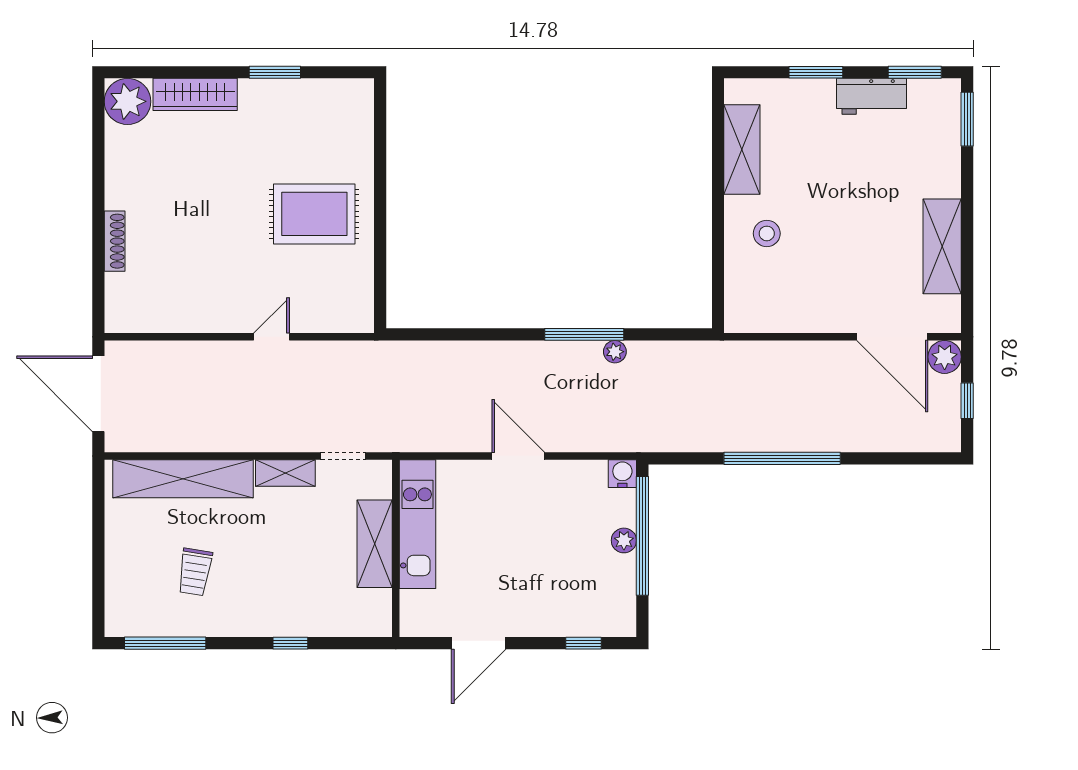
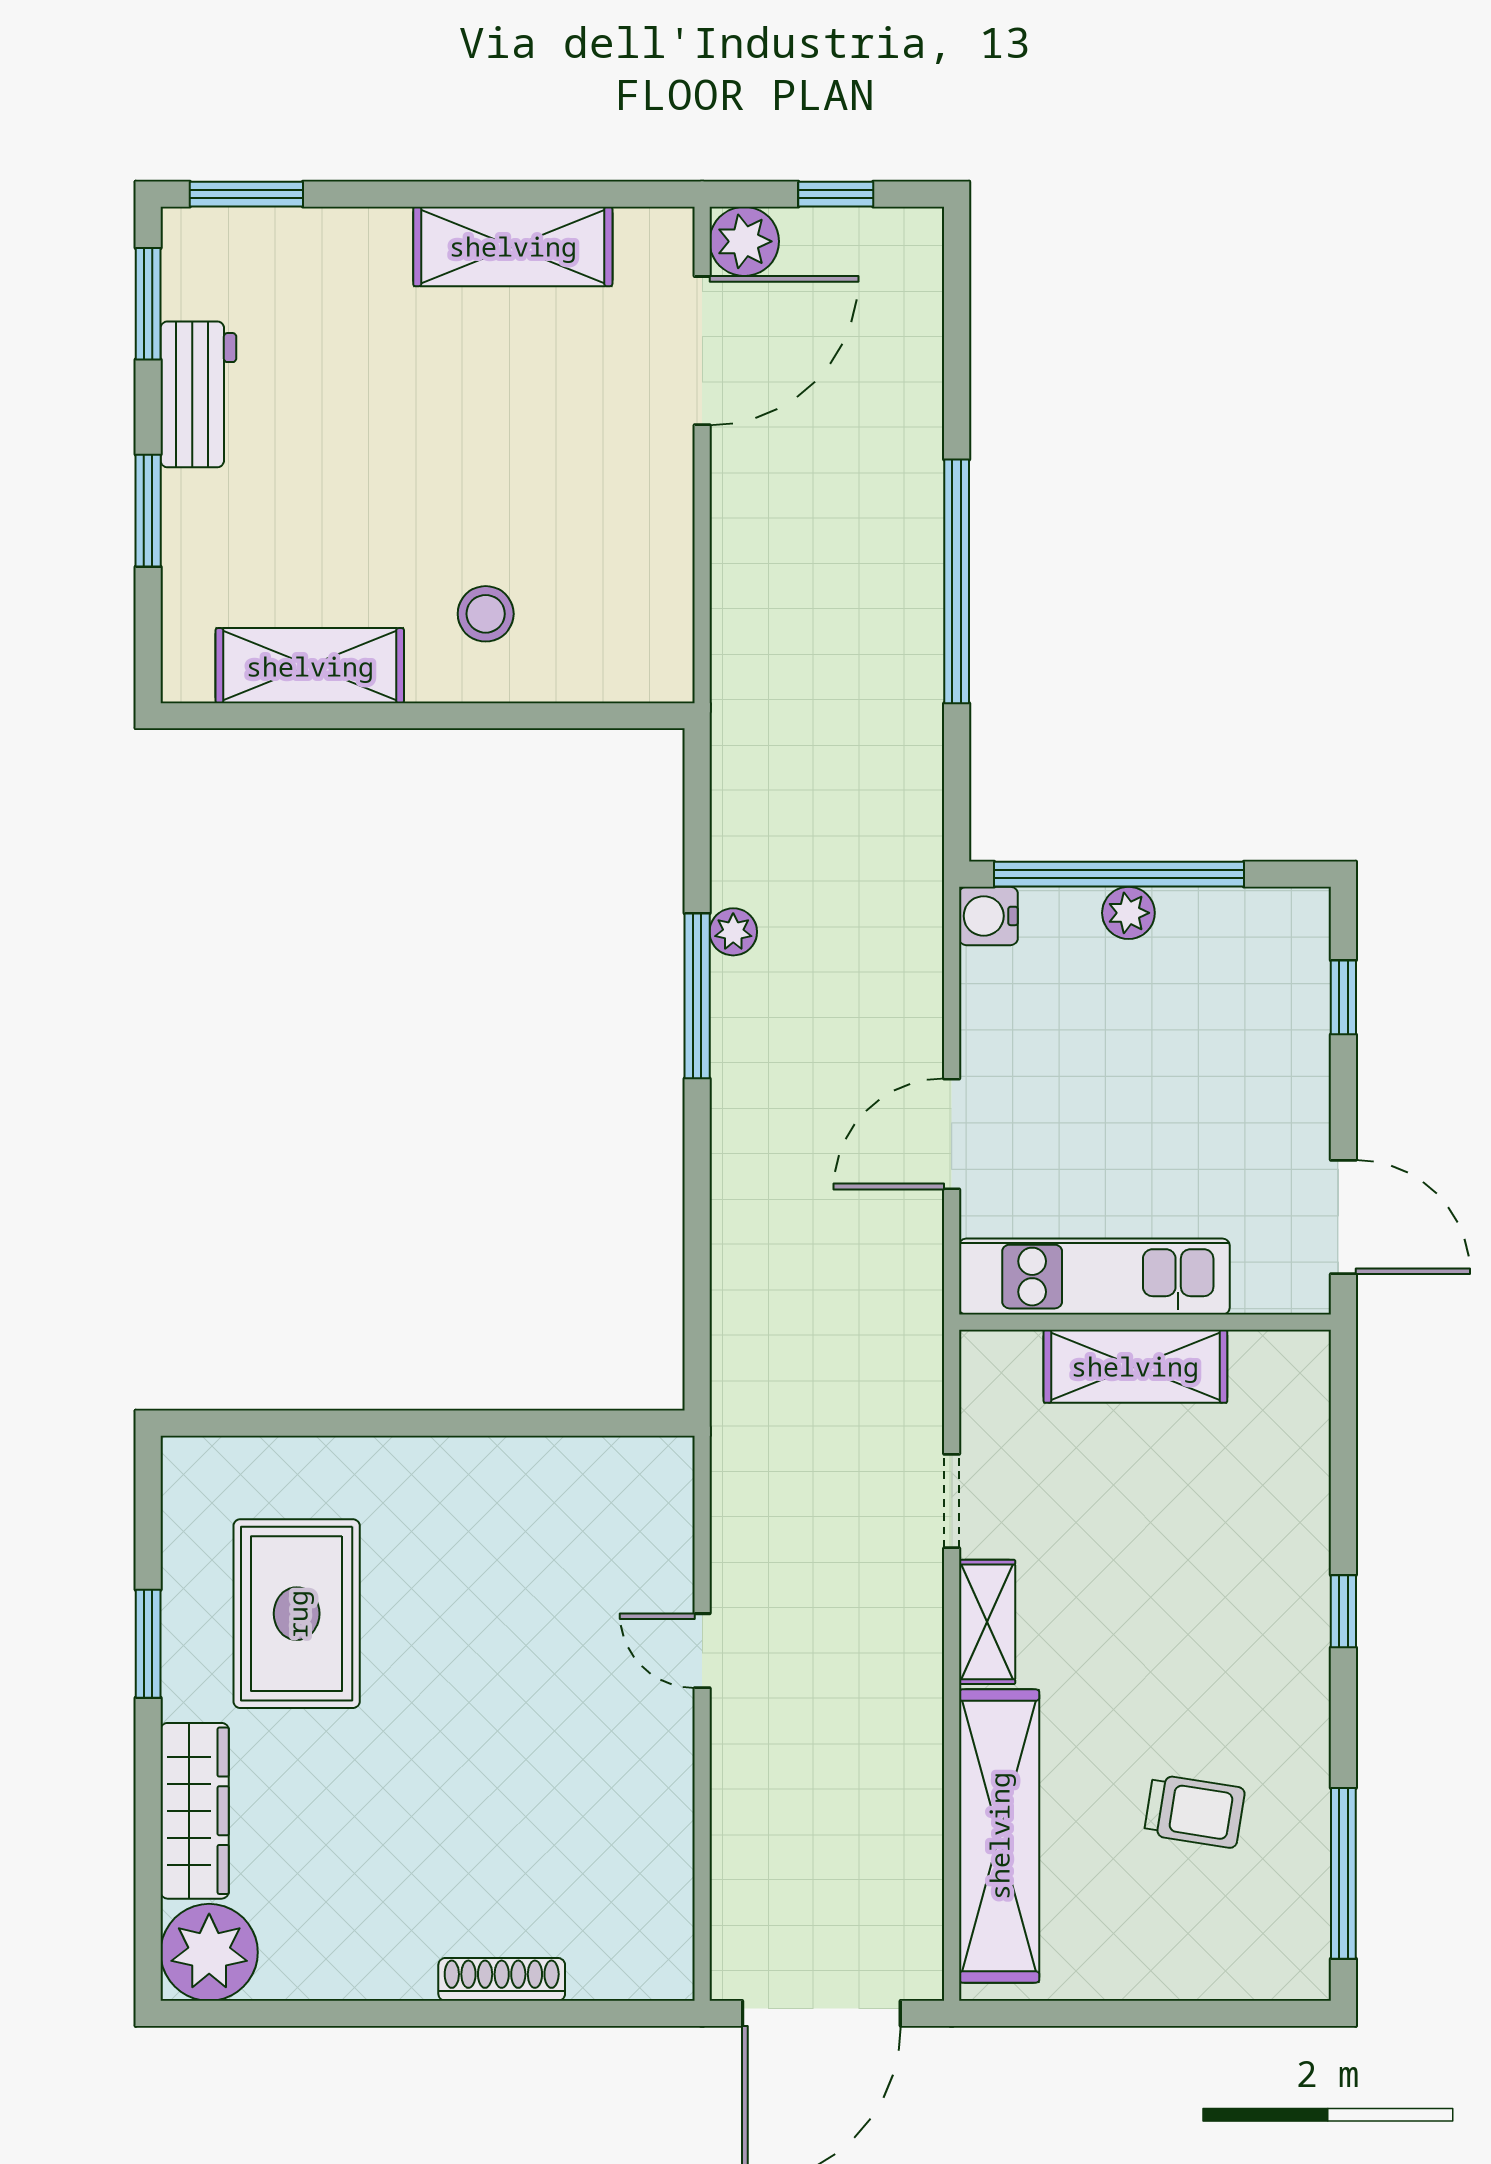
rug: (314, 214) -> (297, 1614), moved
kitchen unit: (417, 524) -> (1094, 1277), moved
shelving: (375, 544) -> (1135, 1366), moved
wall: (396, 548) -> (1145, 1322), moved

